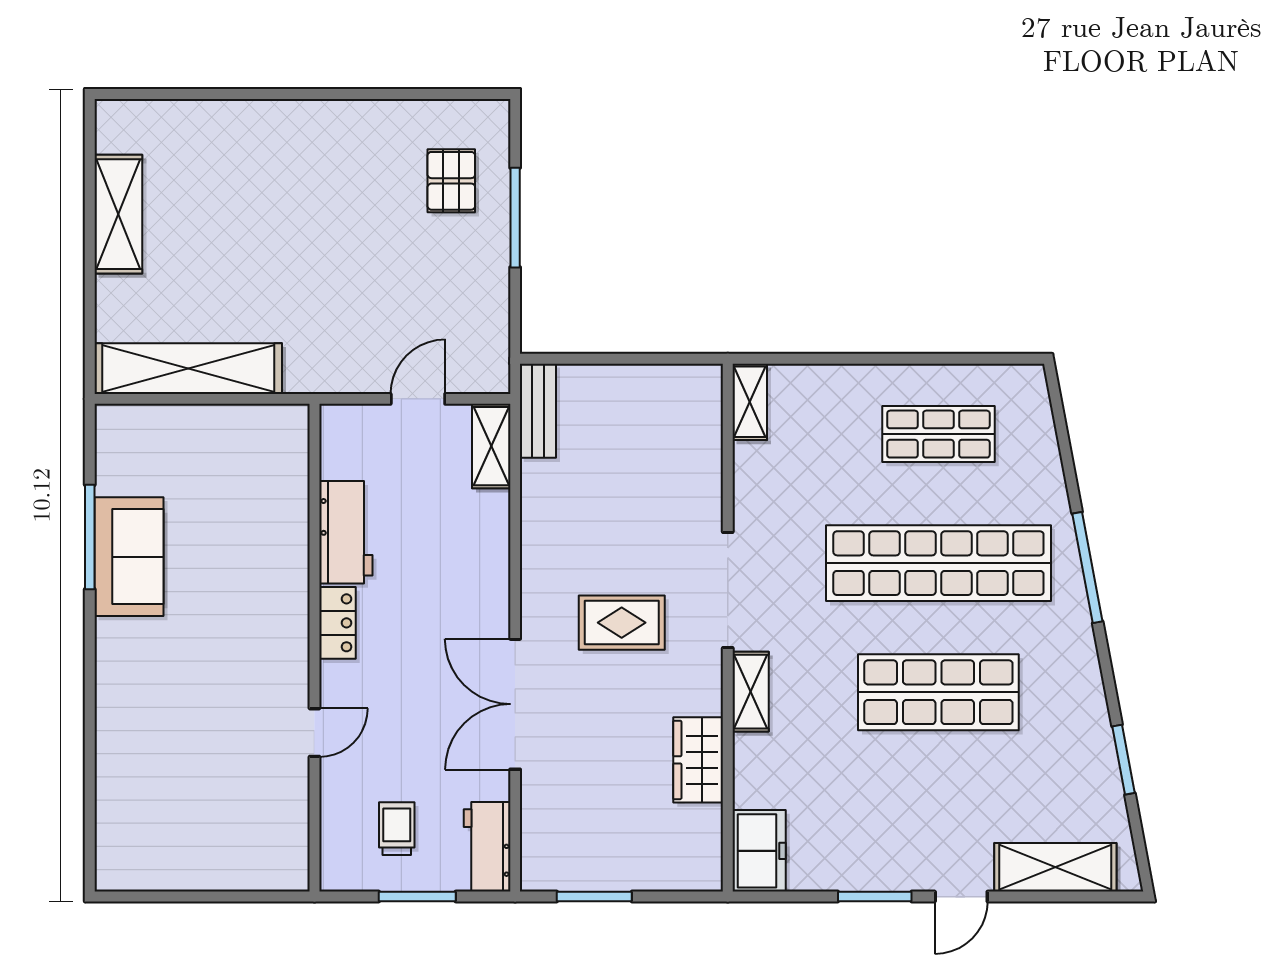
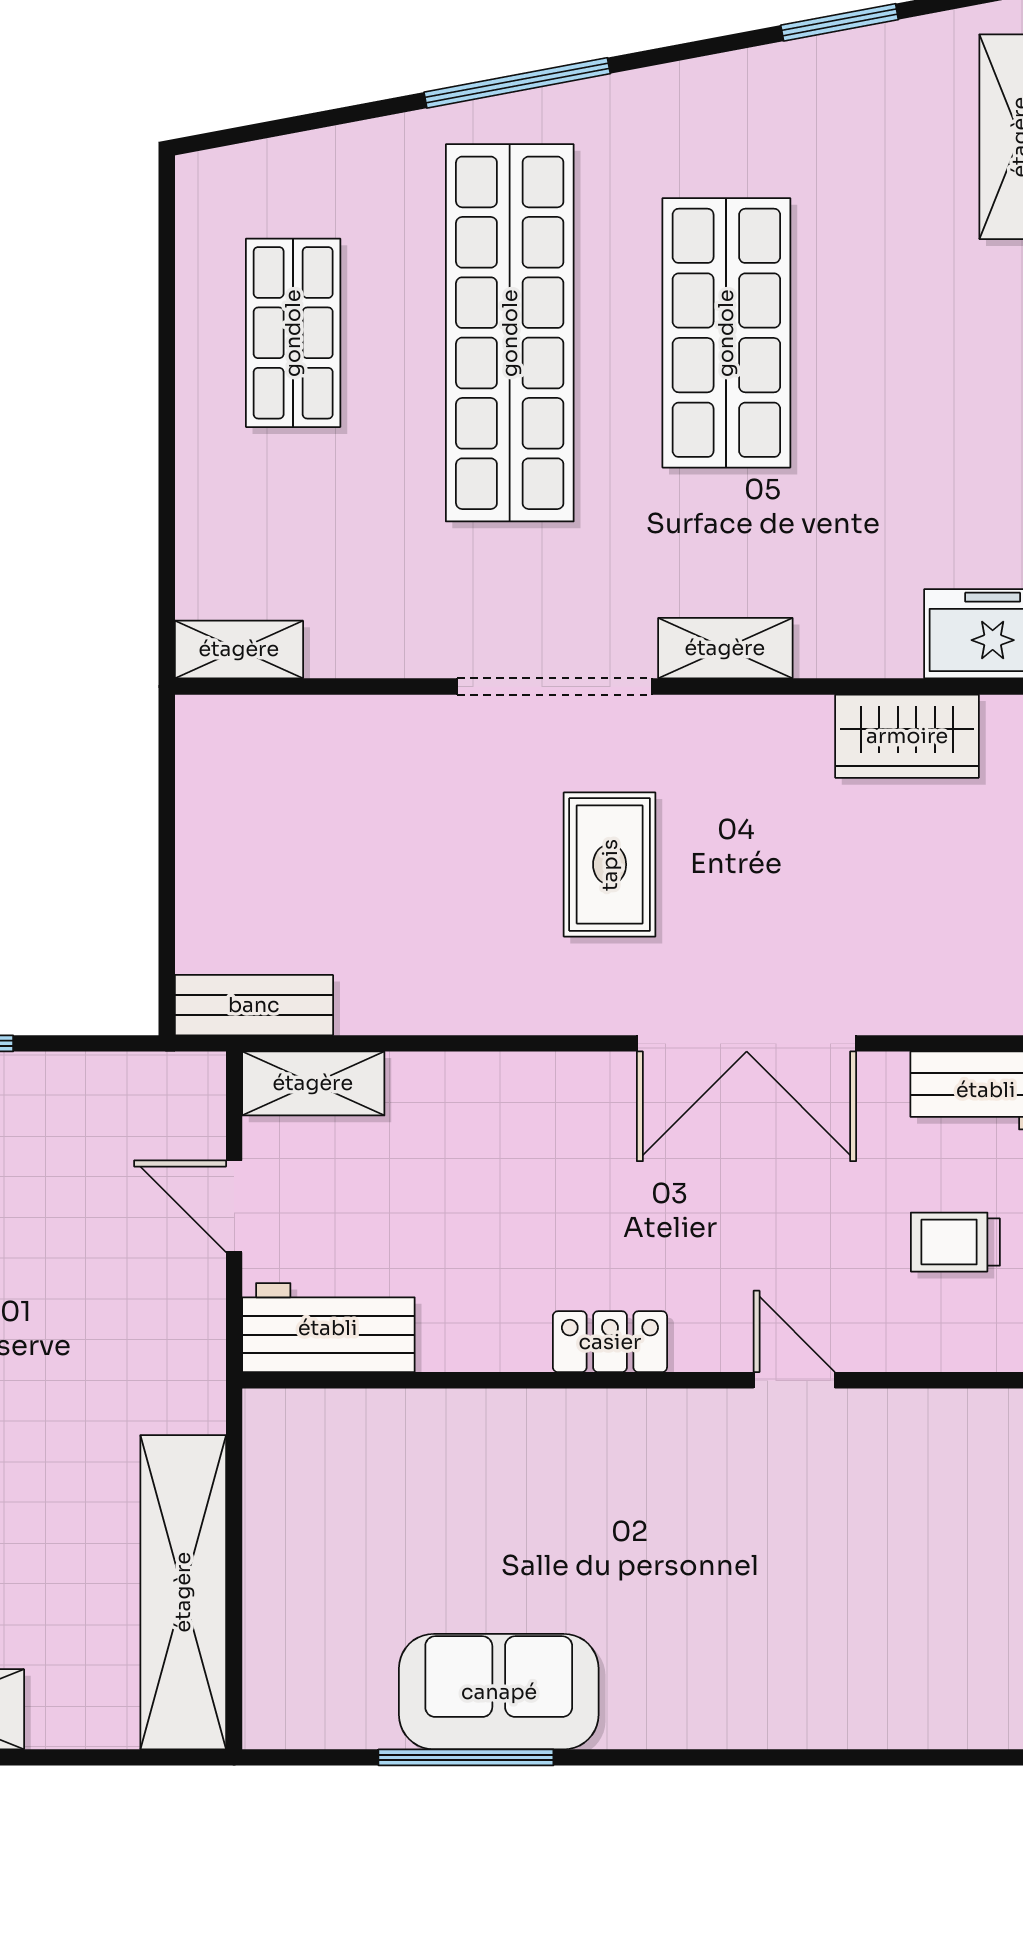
workbench: (346, 532) -> (328, 1328), moved
wardrobe: (698, 760) -> (907, 736), moved

